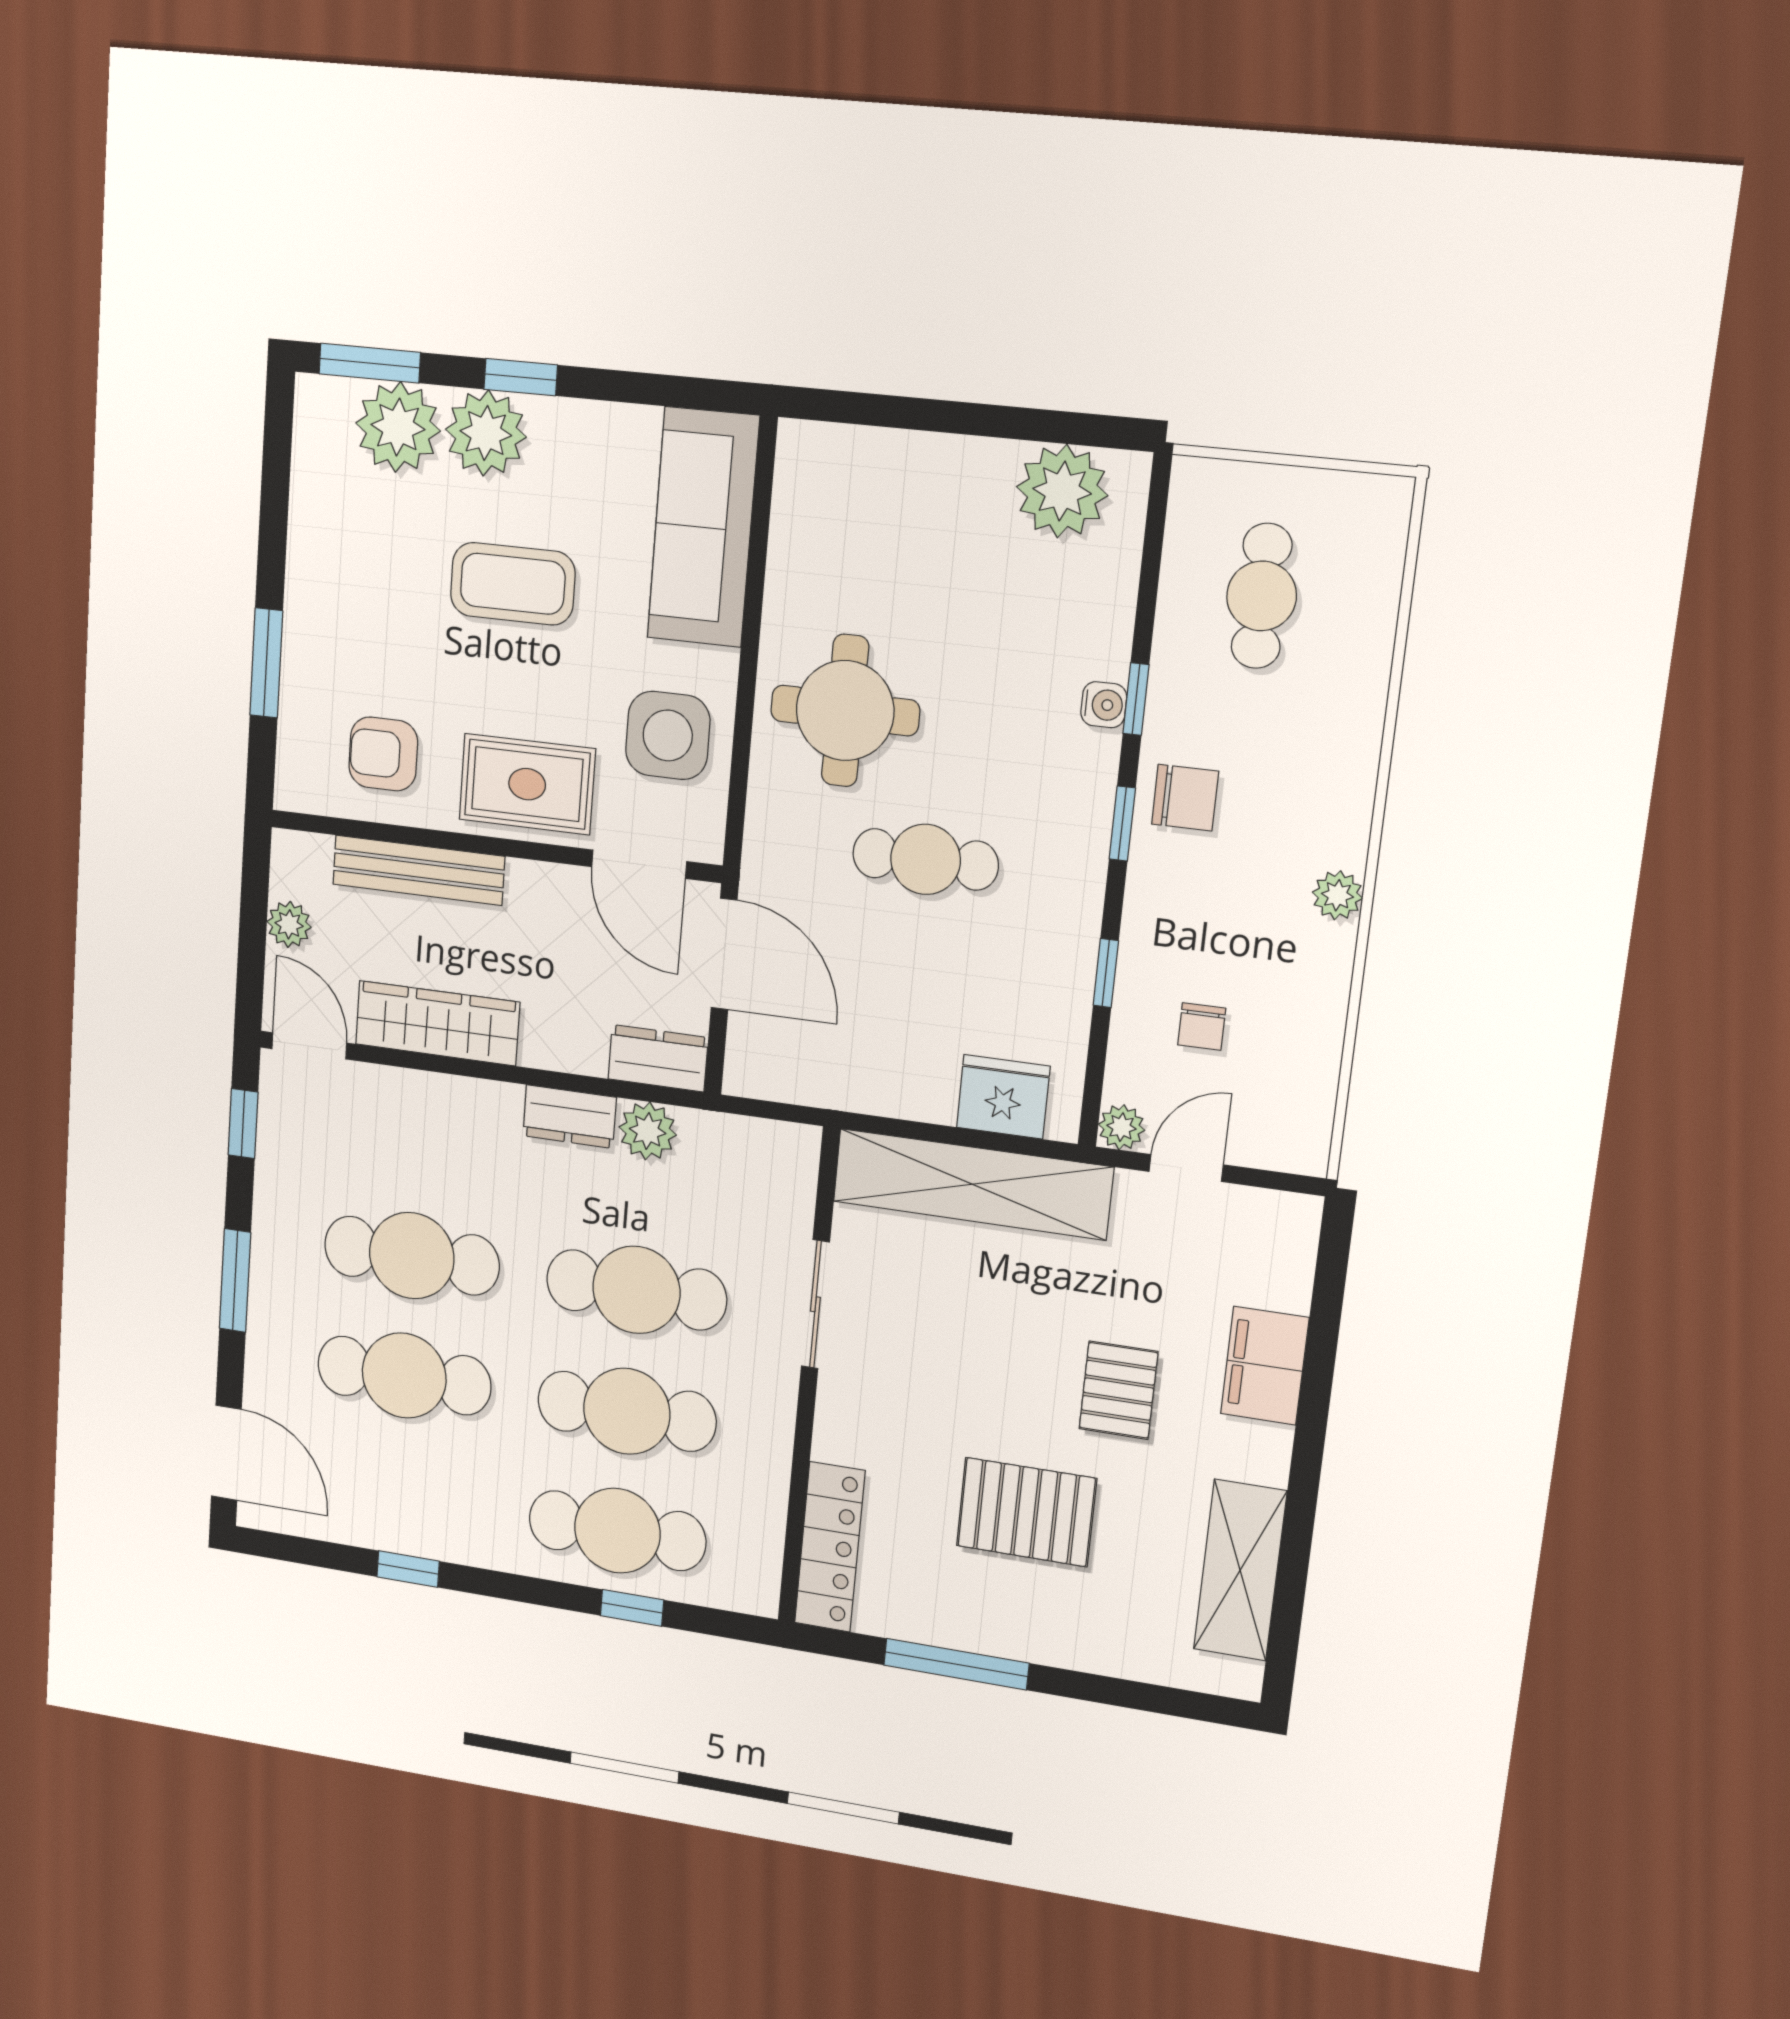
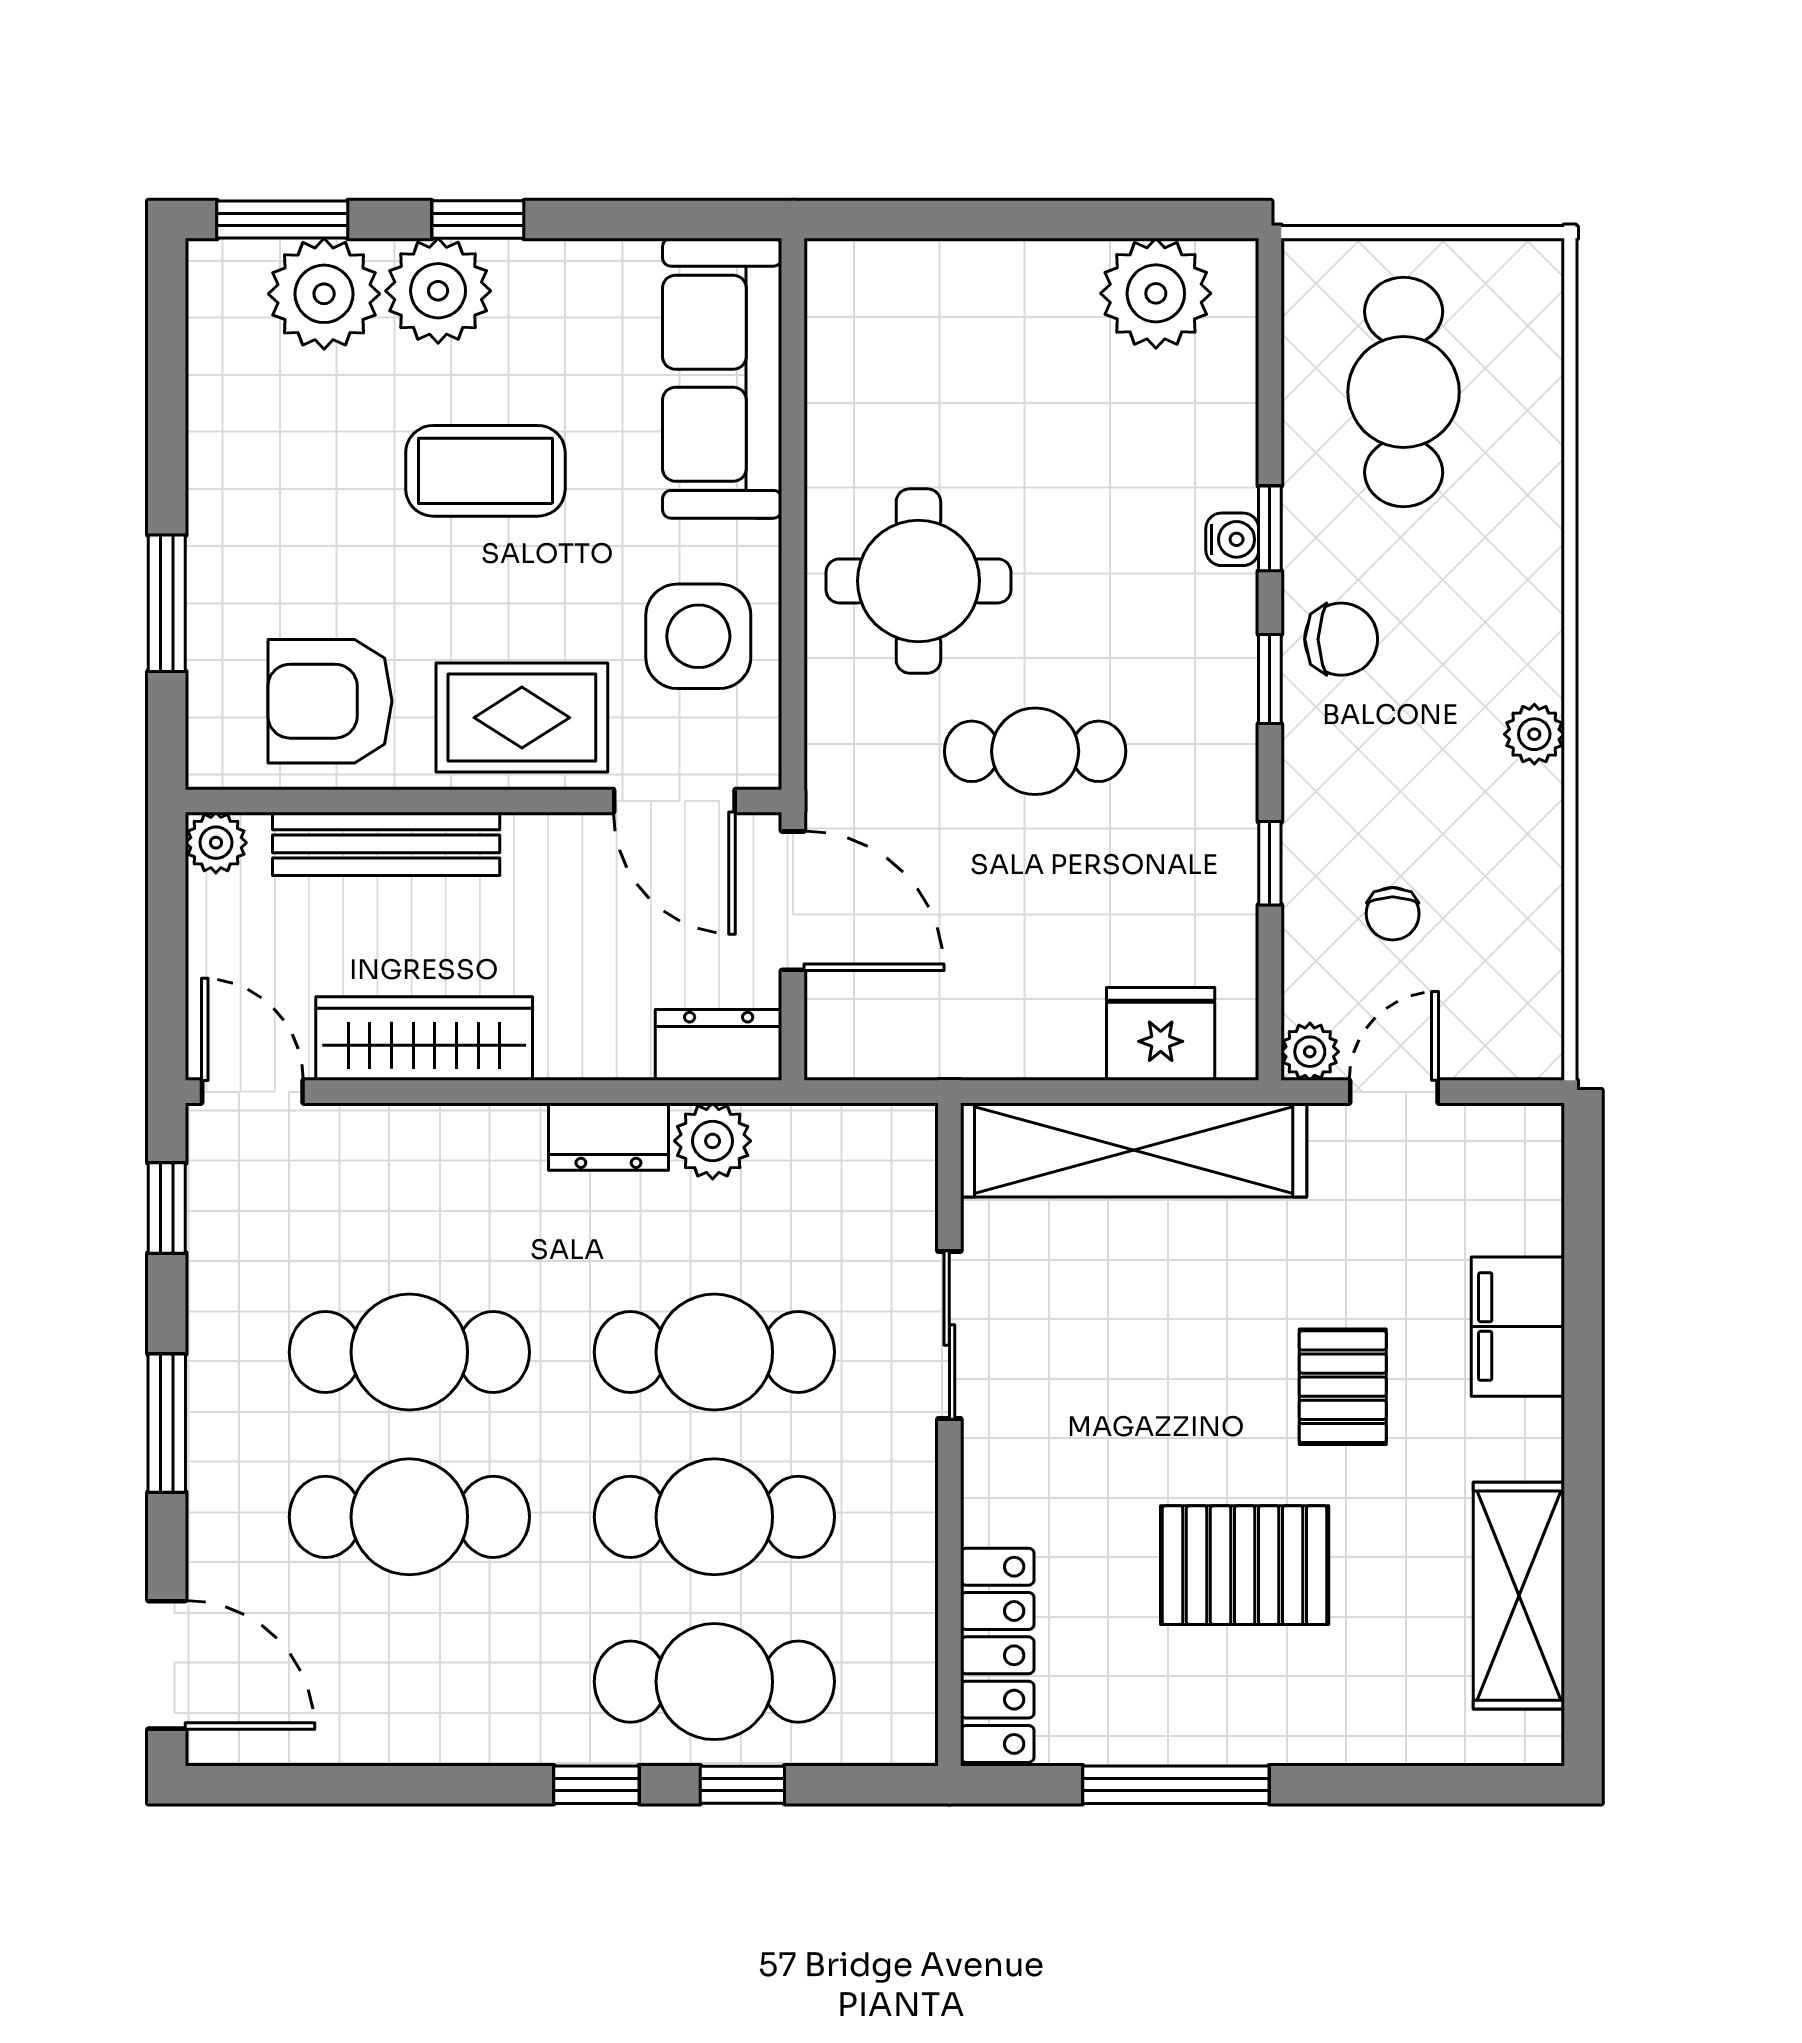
cafe table: (1262, 596) -> (1404, 392), width x1.37, depth x1.35
armchair: (383, 754) -> (330, 701), width x1.38, depth x1.38
plant: (289, 924) -> (216, 843), moved
window: (408, 1569) -> (596, 1785), moved

